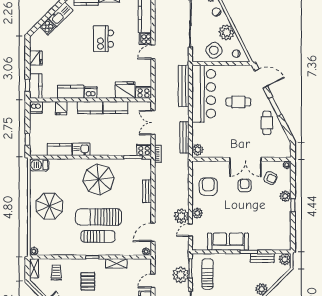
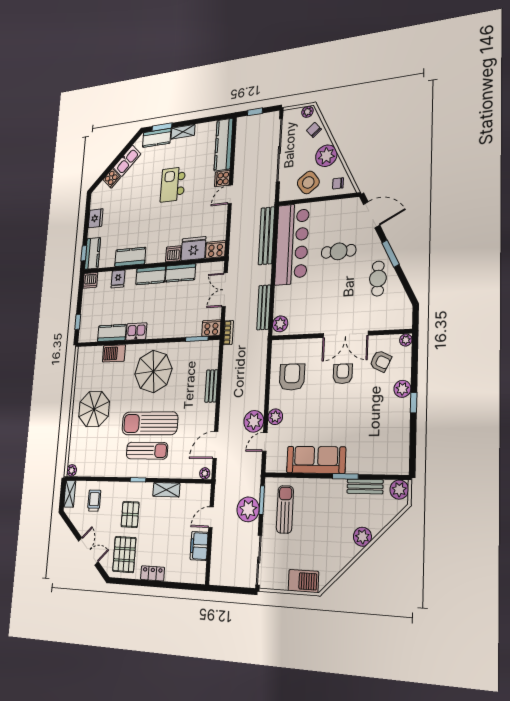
dishwasher: (91, 93) -> (173, 254), moved
barbecue: (39, 165) -> (114, 353), moved

